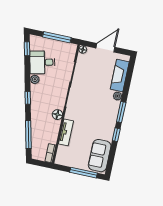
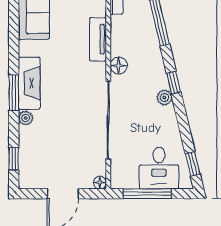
desk: (42, 62) -> (159, 168), moved, turned 103
fireplace: (120, 75) -> (29, 83), moved
plant: (35, 79) -> (164, 97), moved
window: (116, 135) -> (14, 159), moved

